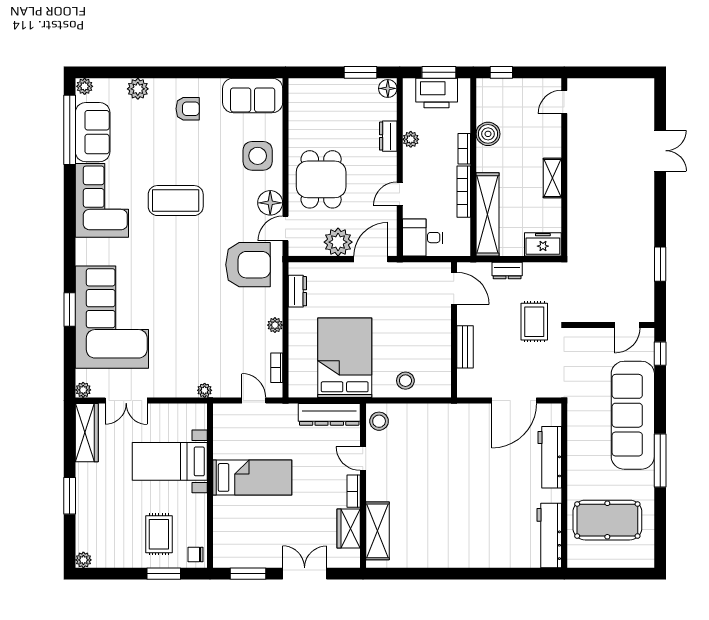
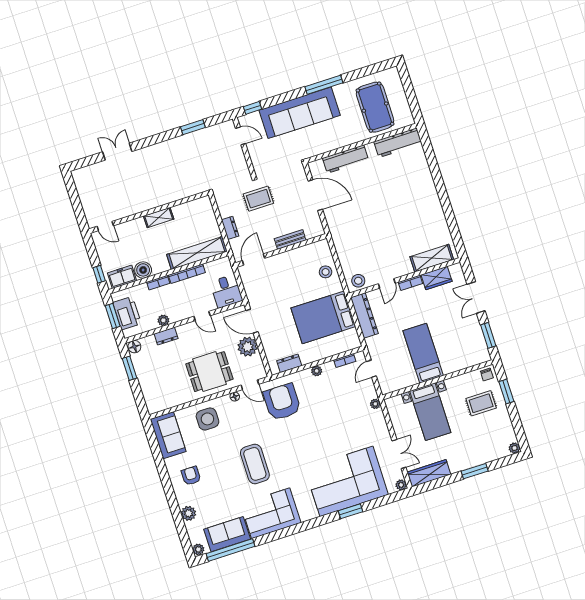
floor lamp: (270, 203) -> (235, 397), width x0.53, depth x0.53
freezer: (543, 244) -> (122, 277), moved, turned 90

